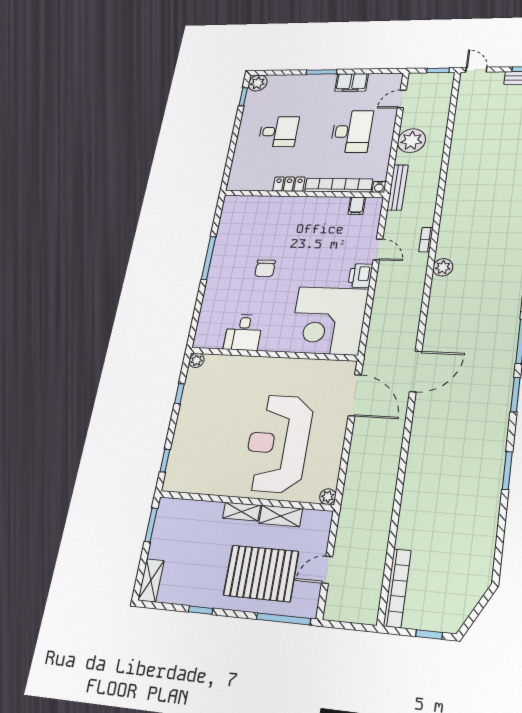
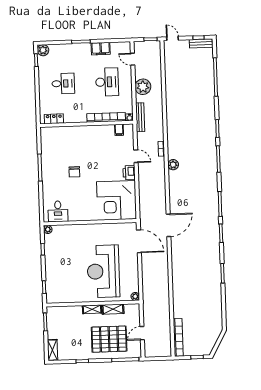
door: (402, 99) -> (133, 59), hinge flipped
locker: (289, 184) -> (54, 119), moved
desk: (243, 332) -> (58, 211), moved

